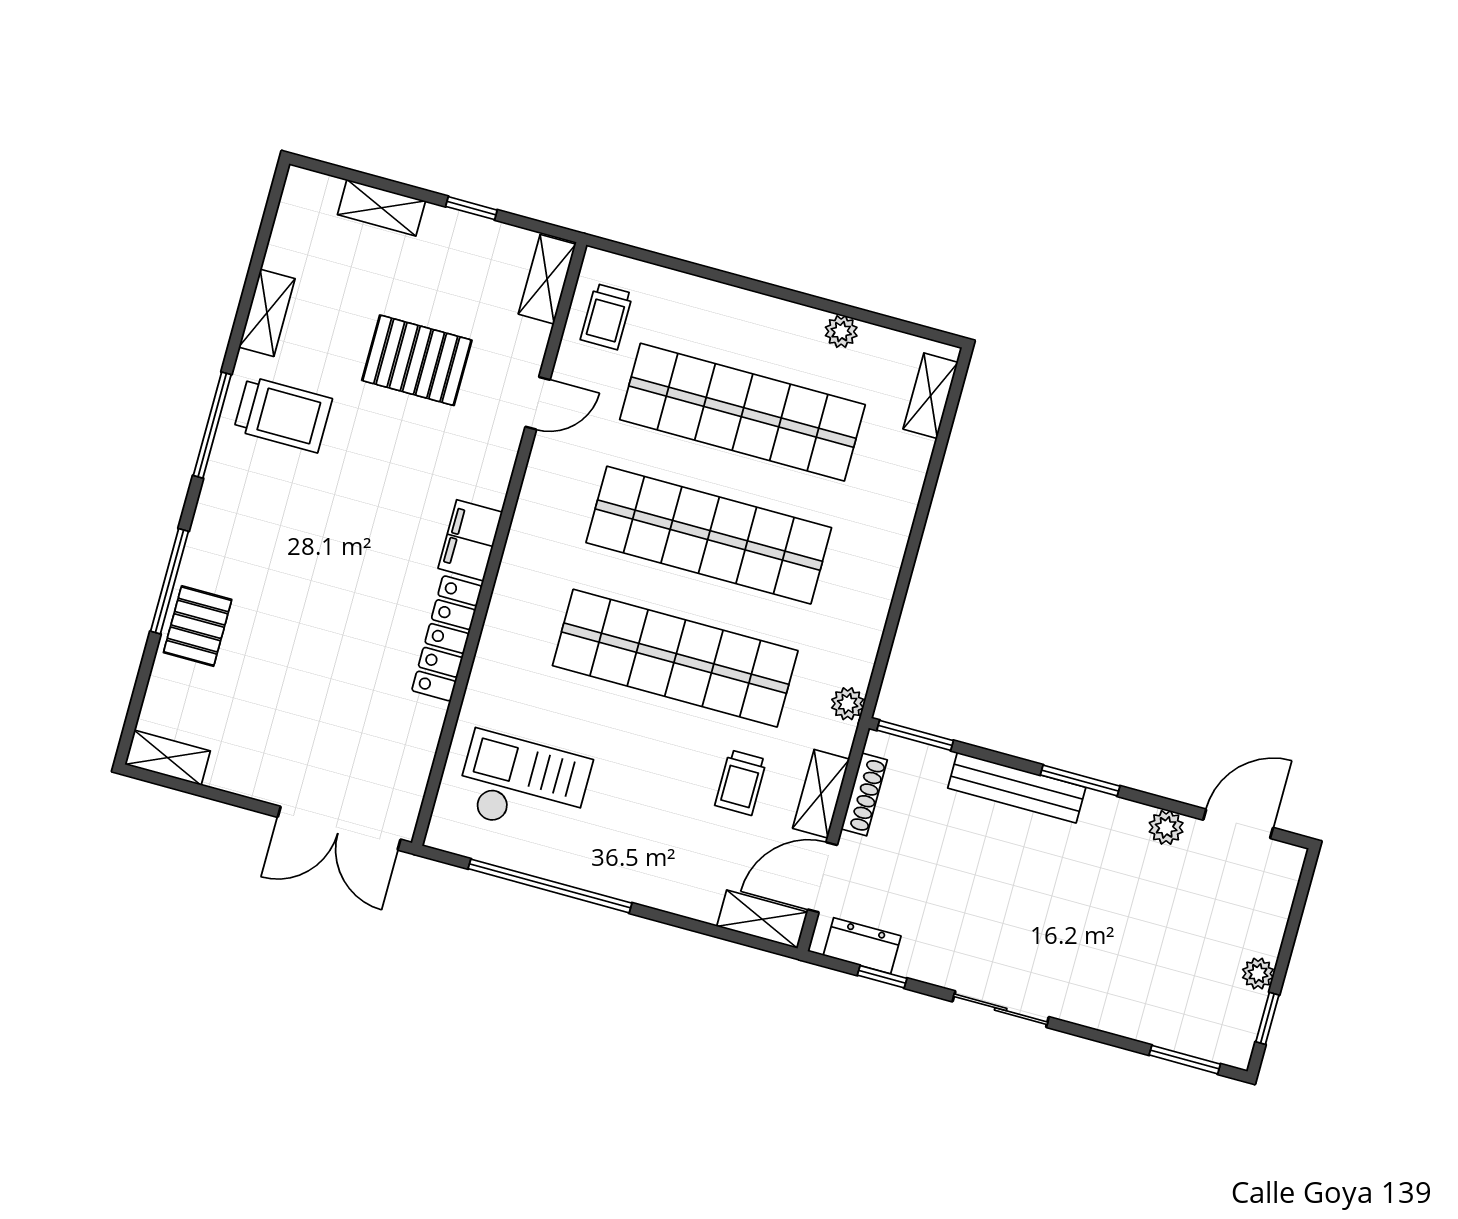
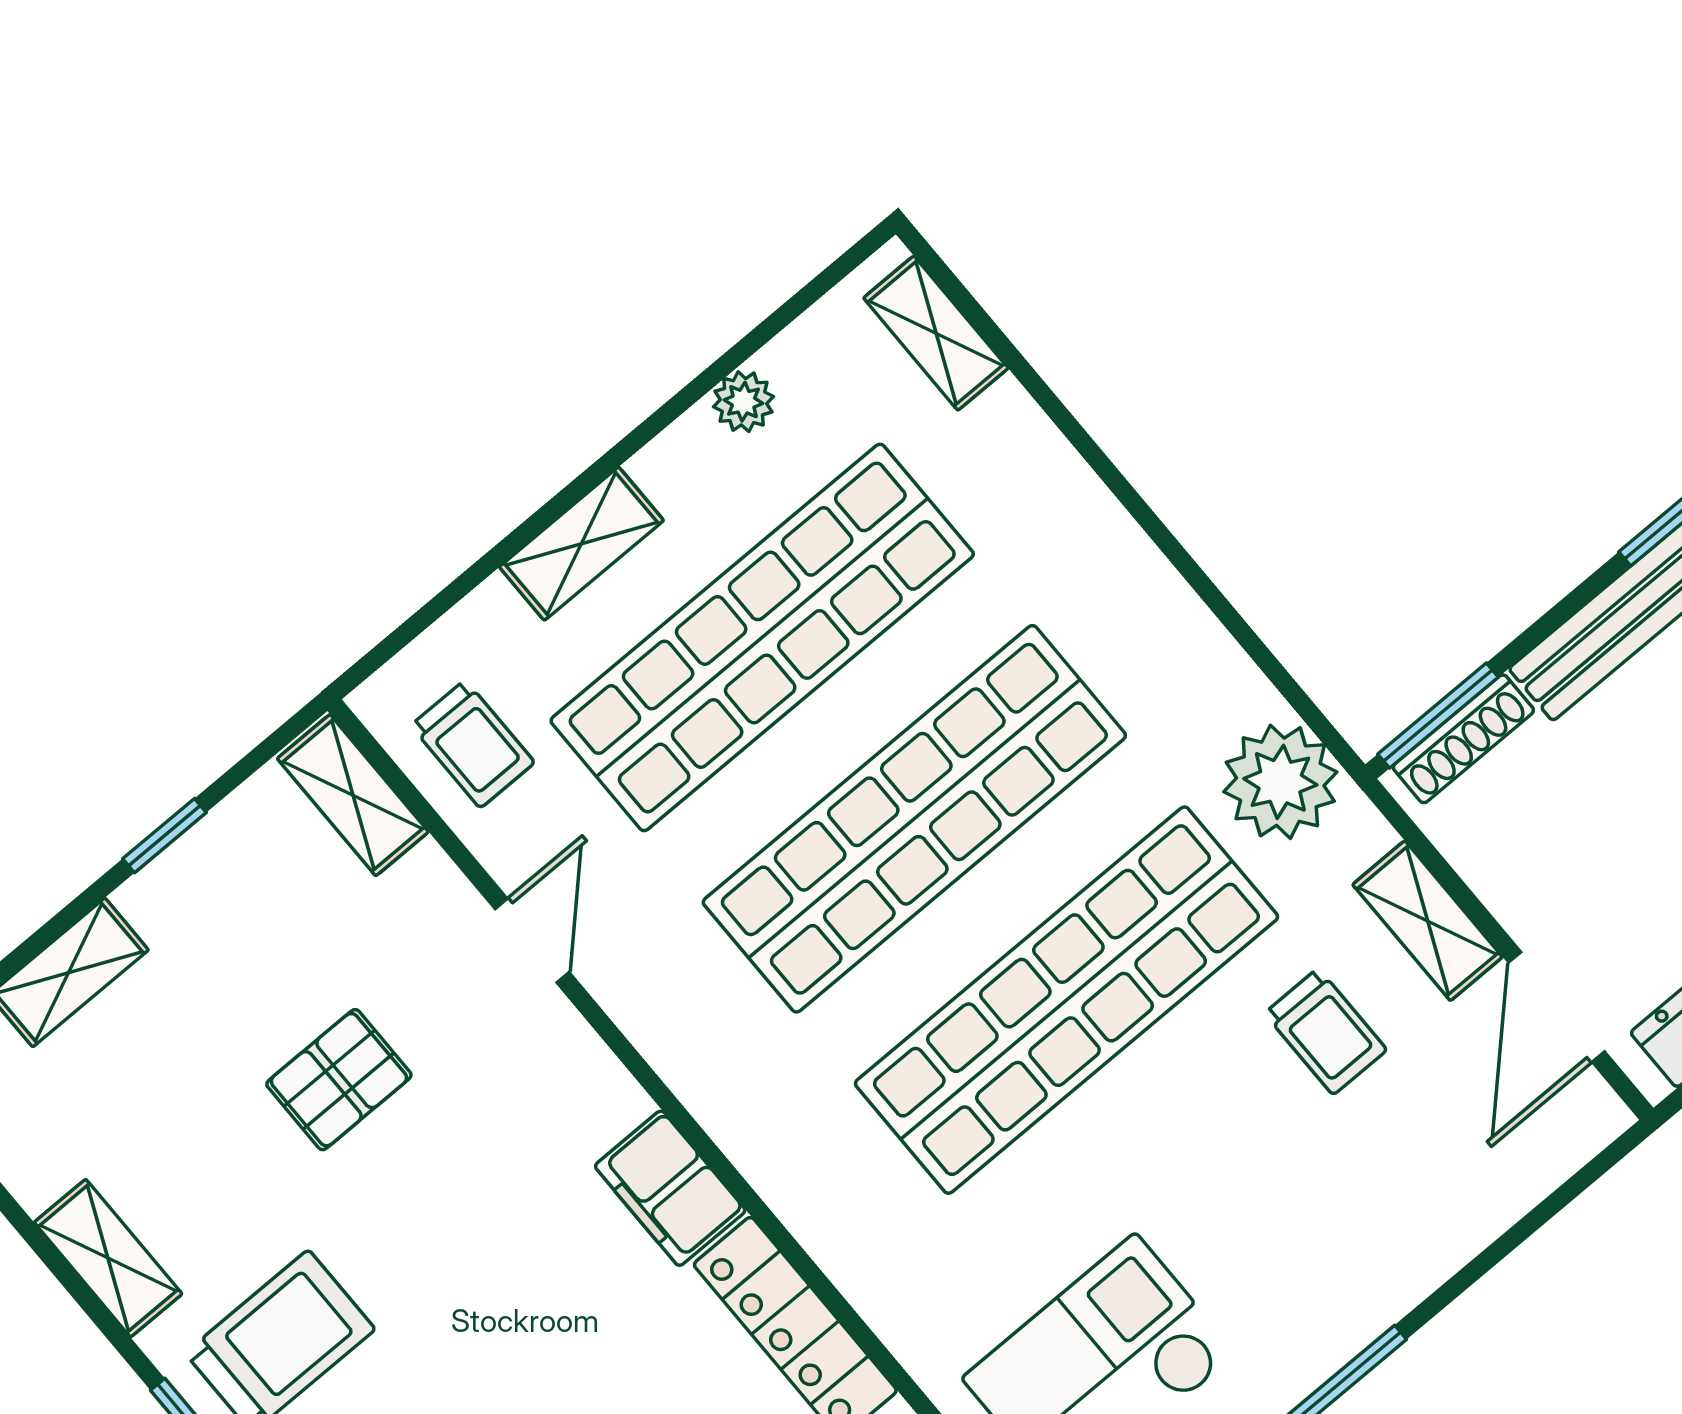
pallet: (417, 360) -> (339, 1080), width x0.67, depth x0.71
plant: (848, 704) -> (1280, 782), width x1.88, depth x1.88
shoe rack: (864, 794) -> (1463, 739), moved, turned 90
shelving: (762, 919) -> (581, 544), moved

